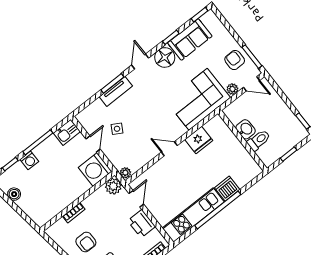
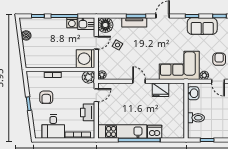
floor lamp: (165, 57) -> (105, 25), moved
washbasin: (246, 129) -> (193, 93), moved
washing machine: (29, 160) -> (72, 23), moved

